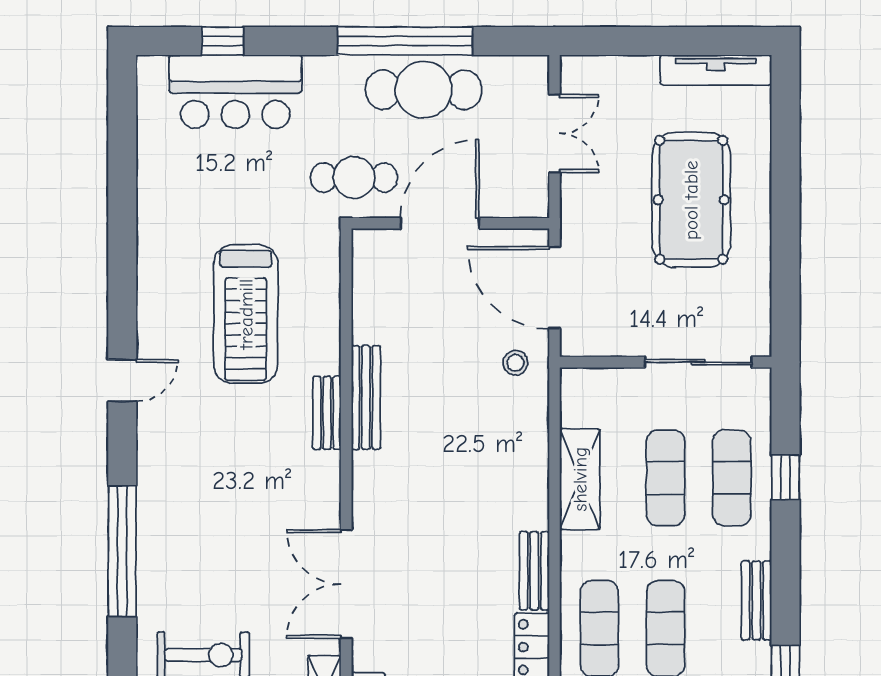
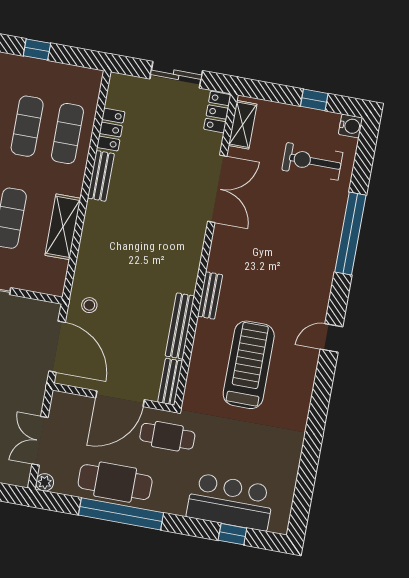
plant: (535, 69) -> (45, 482), added
bench: (365, 265) -> (170, 382), added
bench: (366, 398) -> (180, 326), moved

